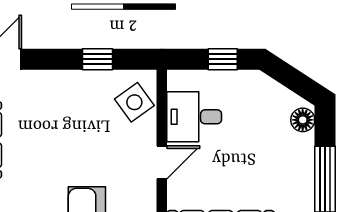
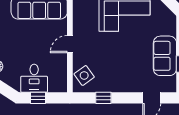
desk: (194, 117) -> (34, 78), moved, turned 90

